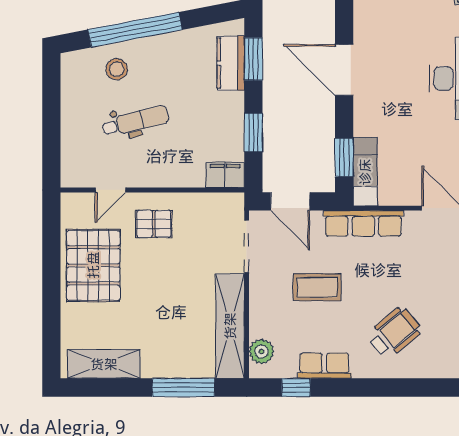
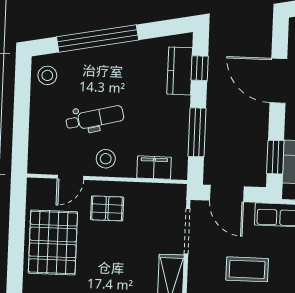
window: (253, 59) -> (200, 68), width x0.67
stool: (117, 69) -> (47, 75), moved
window: (253, 133) -> (197, 132), width x1.44
stool: (150, 167) -> (106, 159), added
filing cabinet: (225, 175) -> (154, 168), moved

